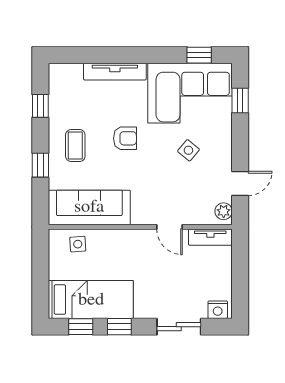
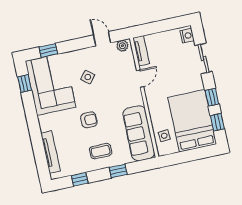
tv unit: (115, 72) -> (51, 152), moved
armchair: (125, 138) -> (89, 120), turned 90
bed: (91, 300) -> (192, 121), width x1.50

